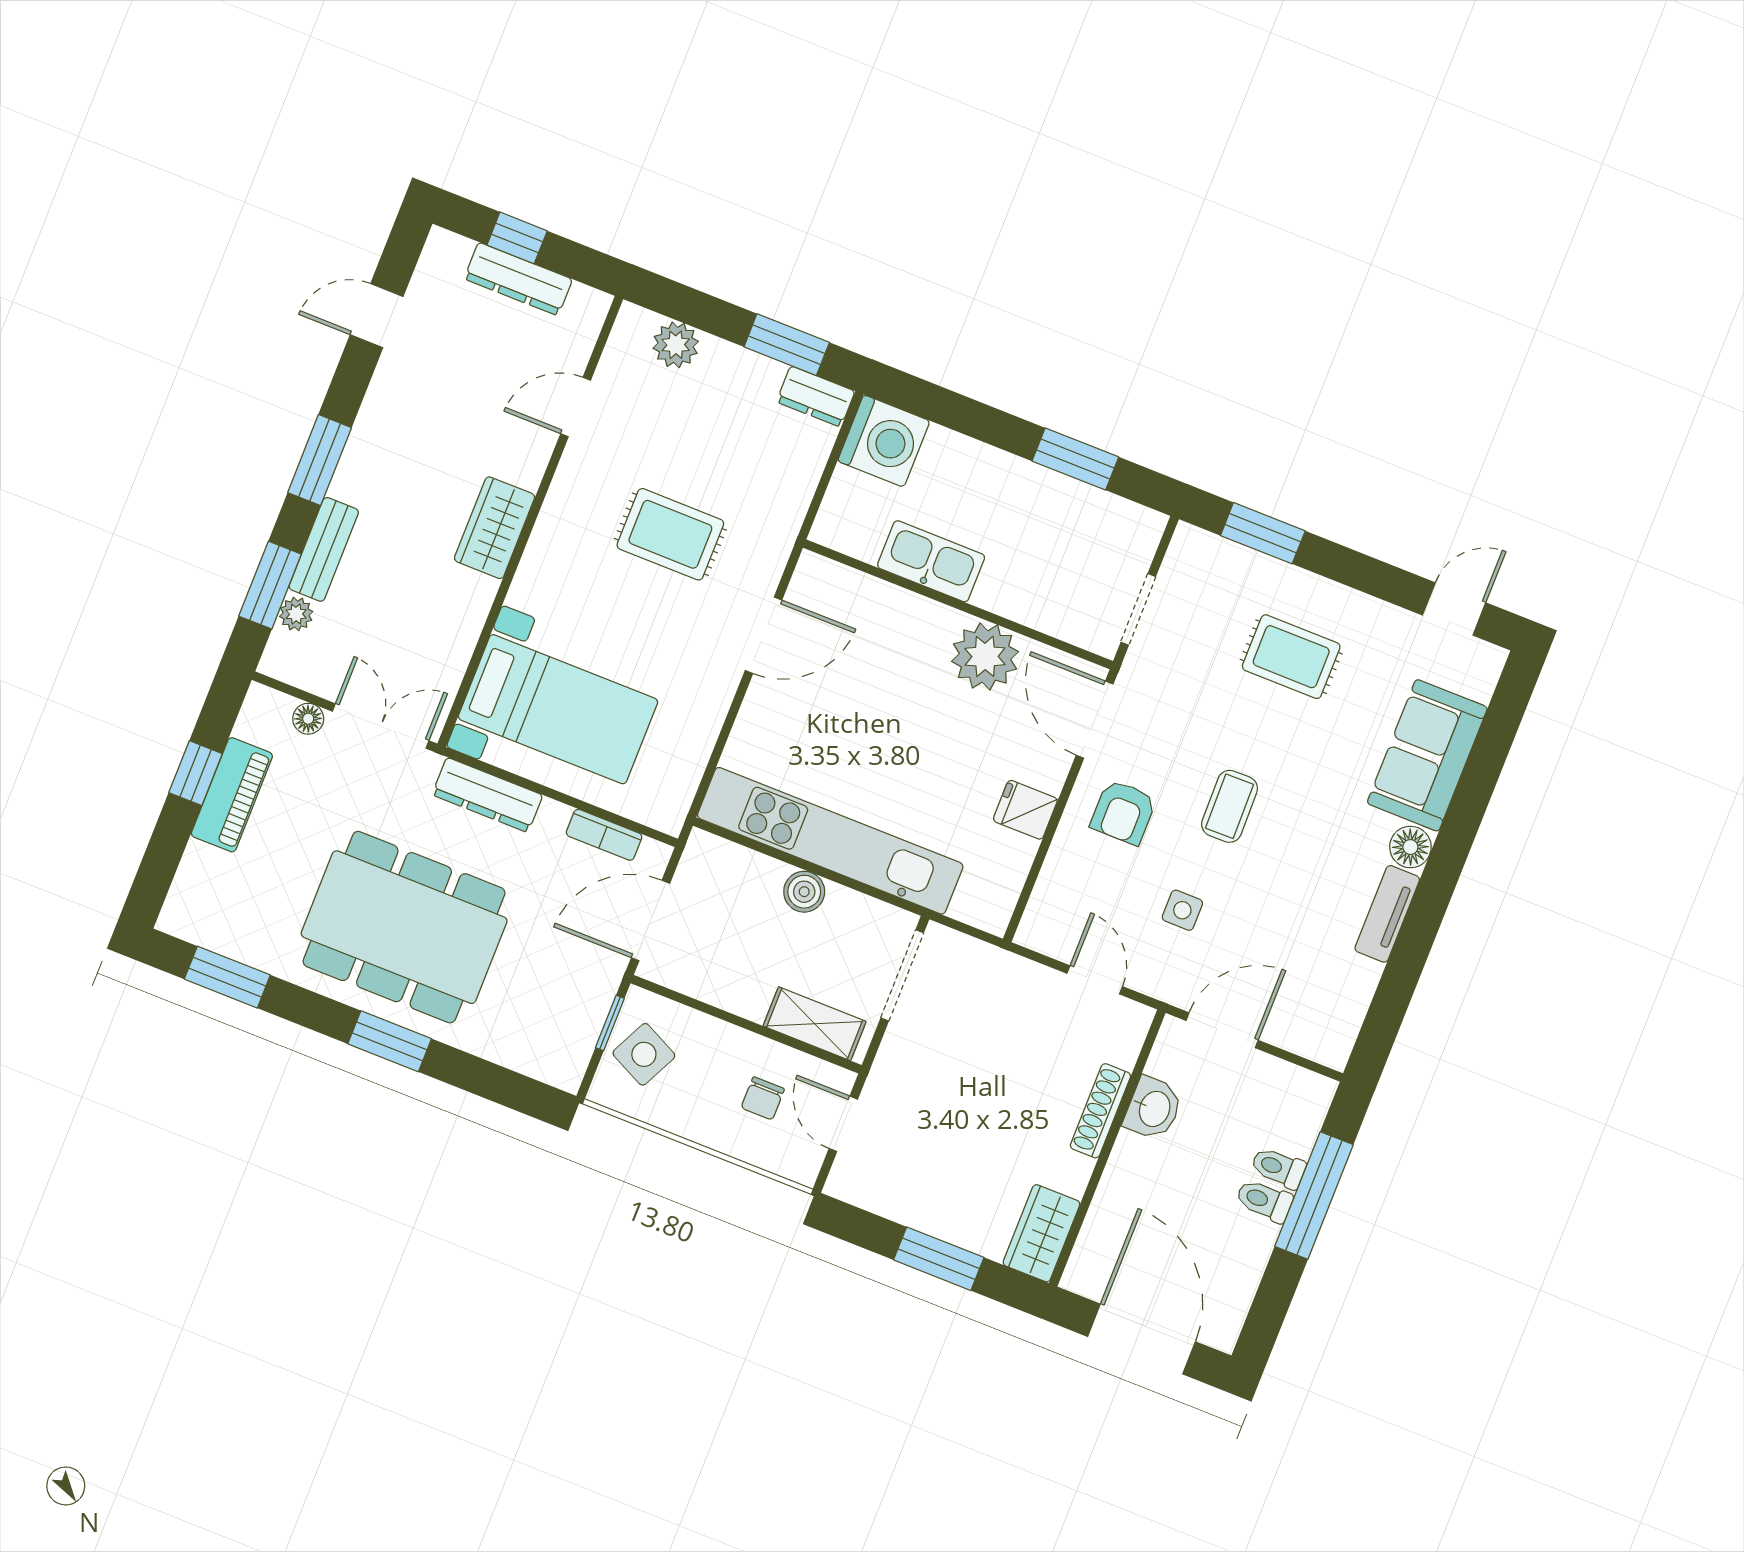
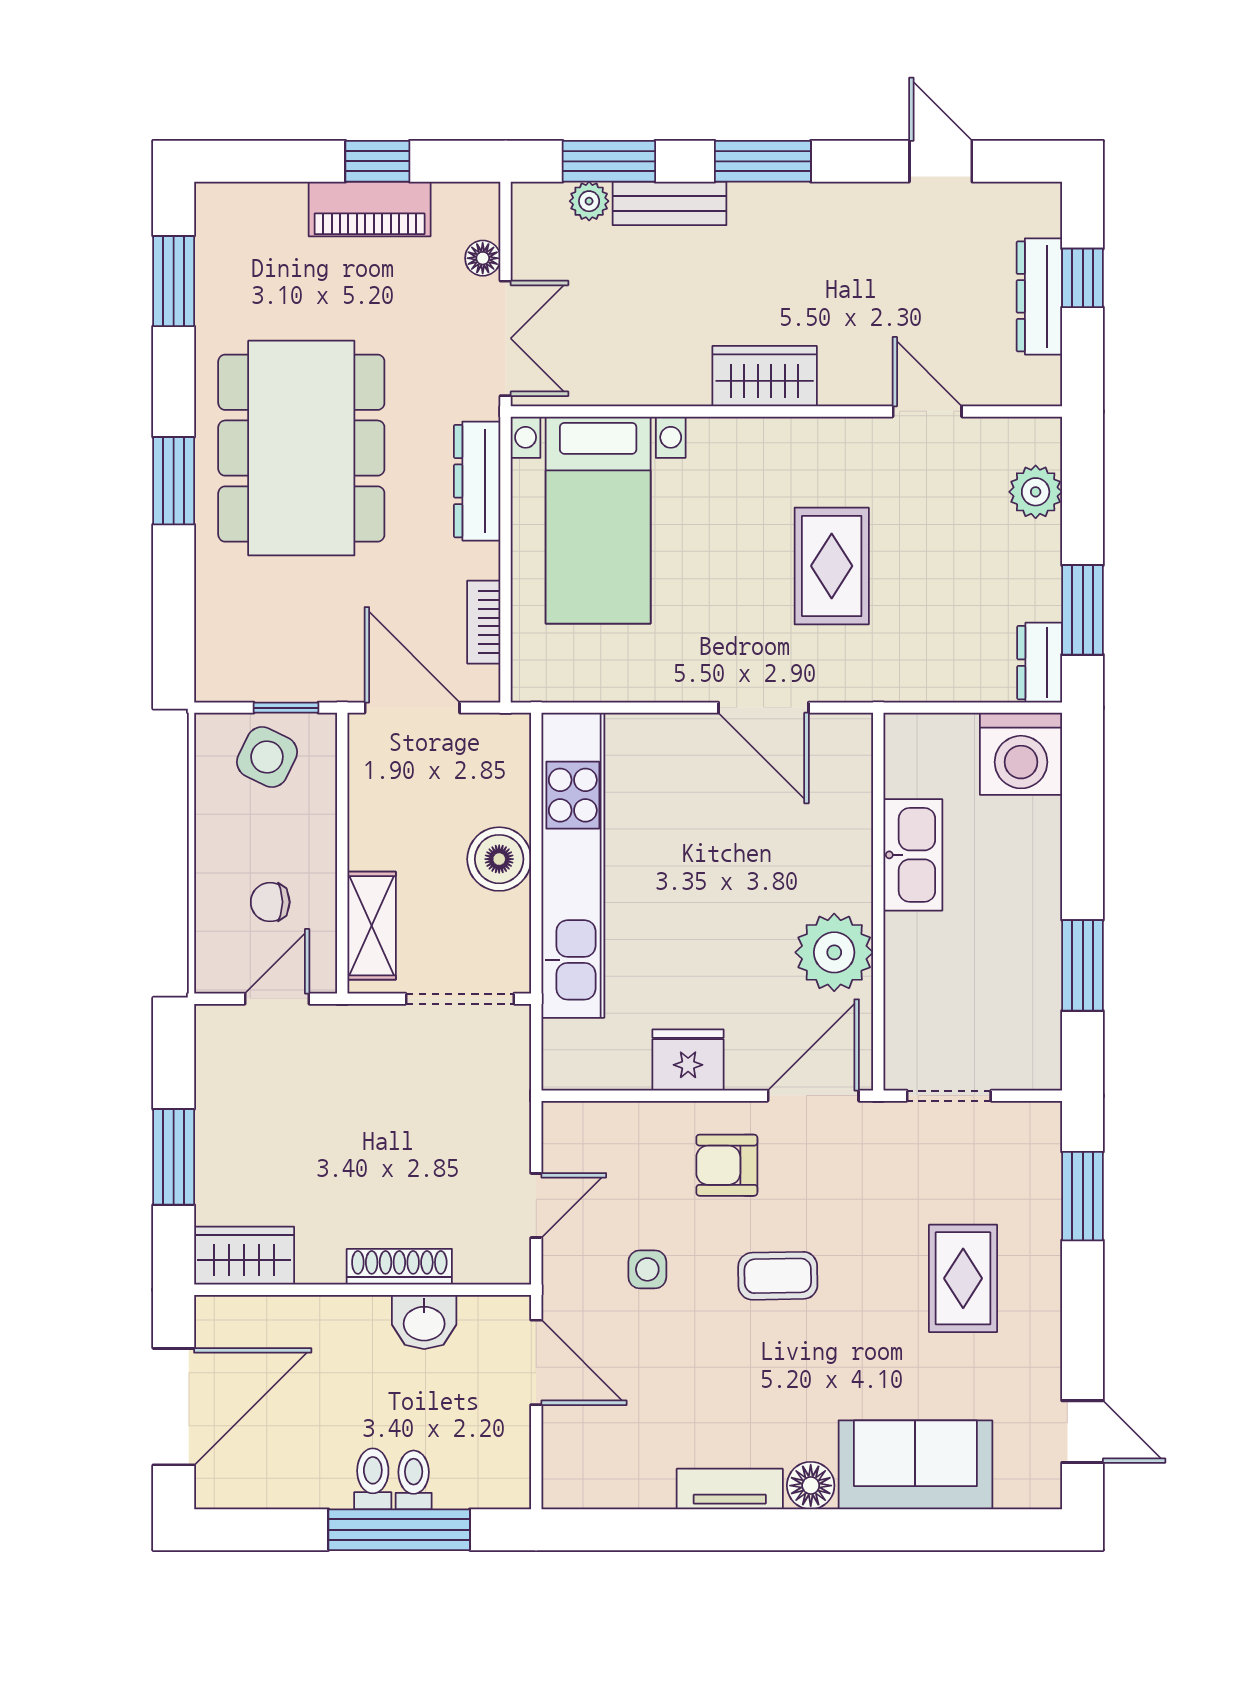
fridge: (1025, 810) -> (688, 1060), width x1.38
boiler: (804, 892) -> (499, 859), width x1.36, depth x1.36

